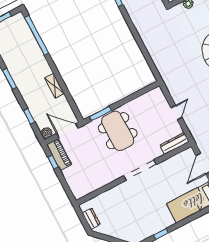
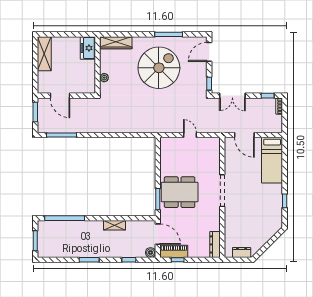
door: (67, 131) -> (158, 234), swing flipped
dresser: (174, 143) -> (215, 244), moved

